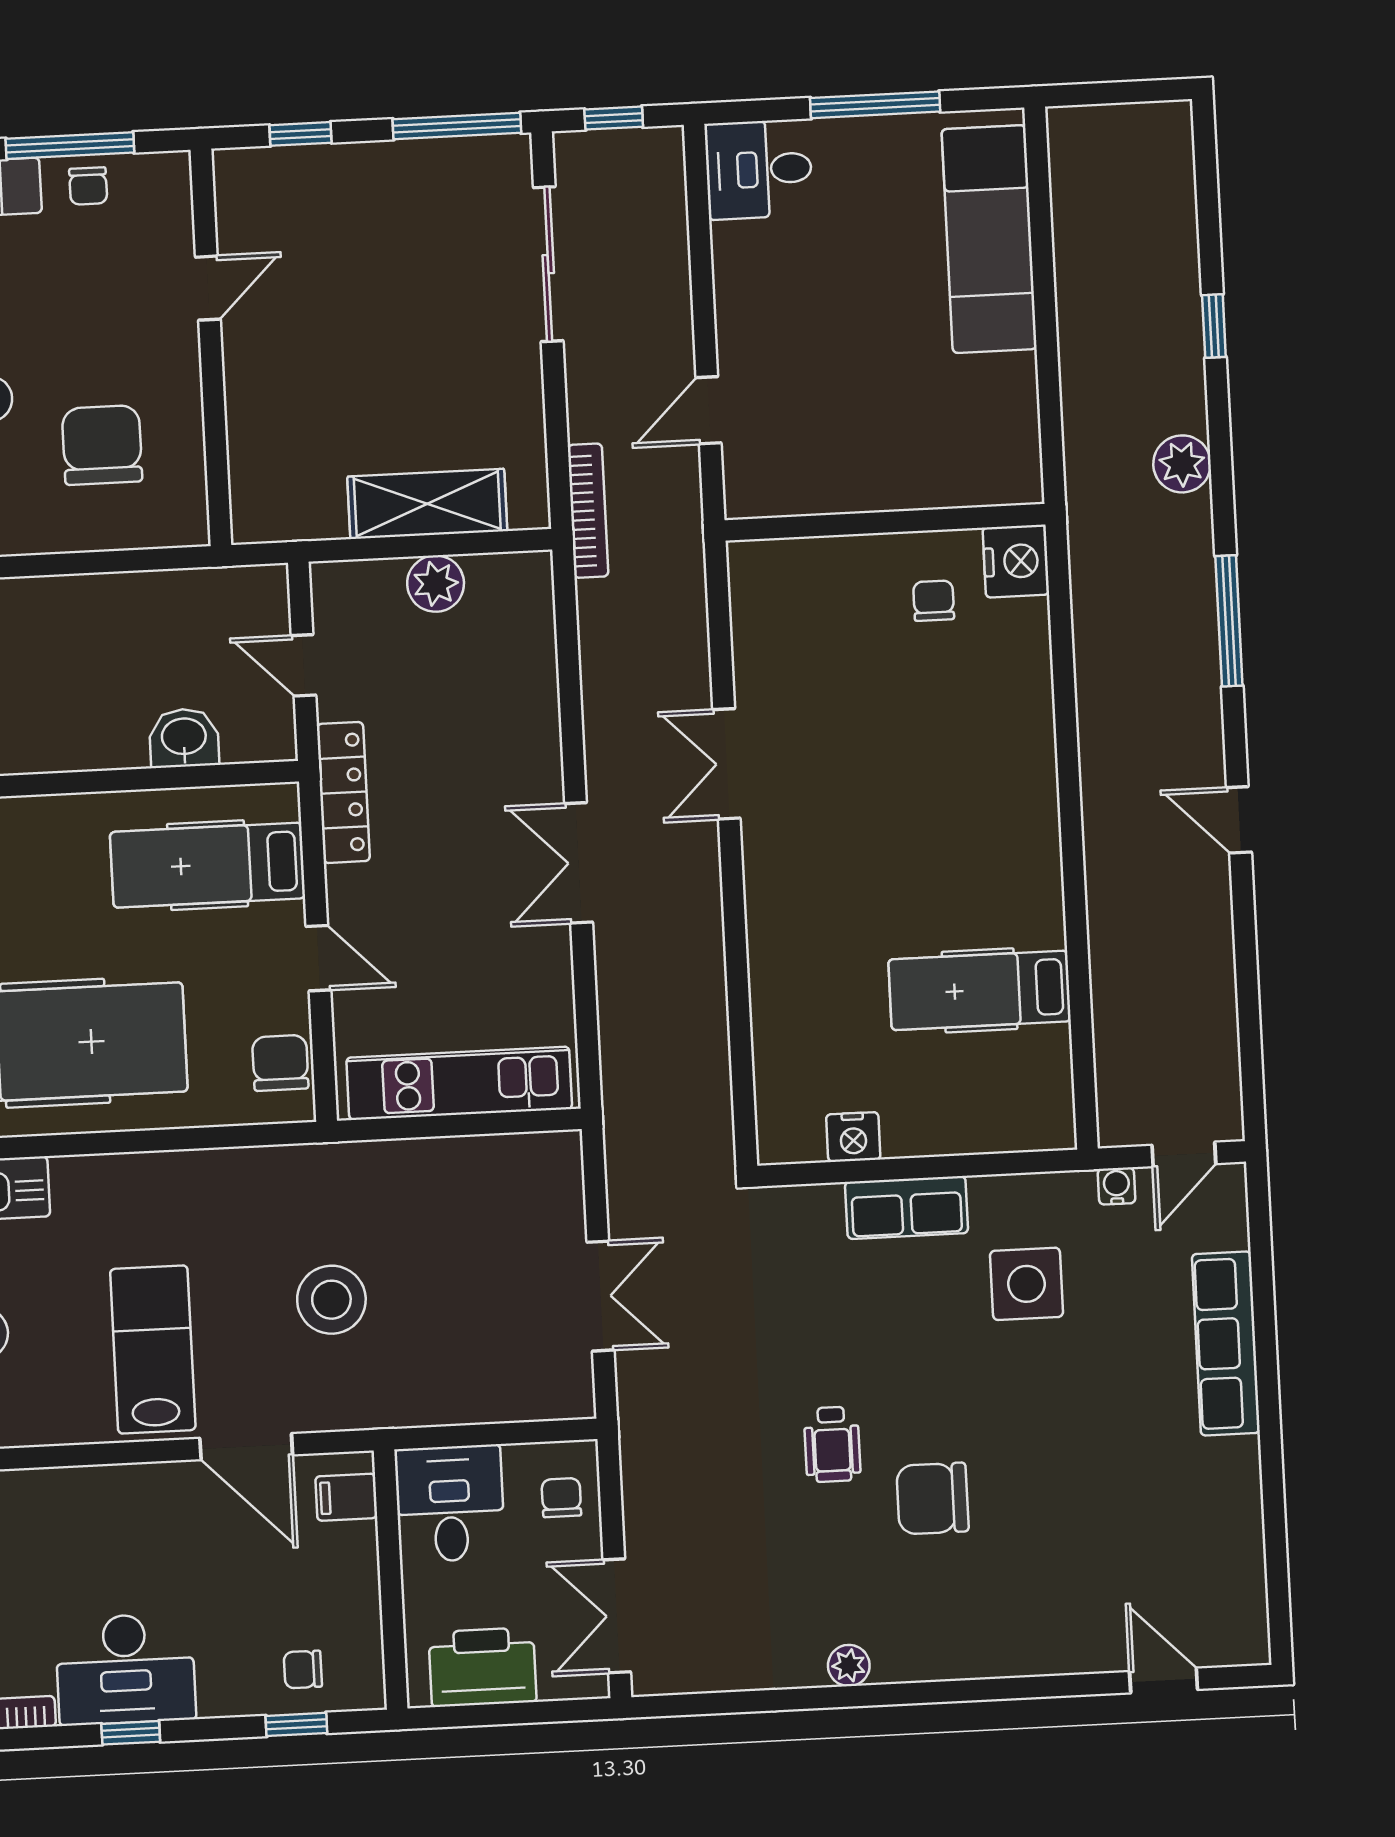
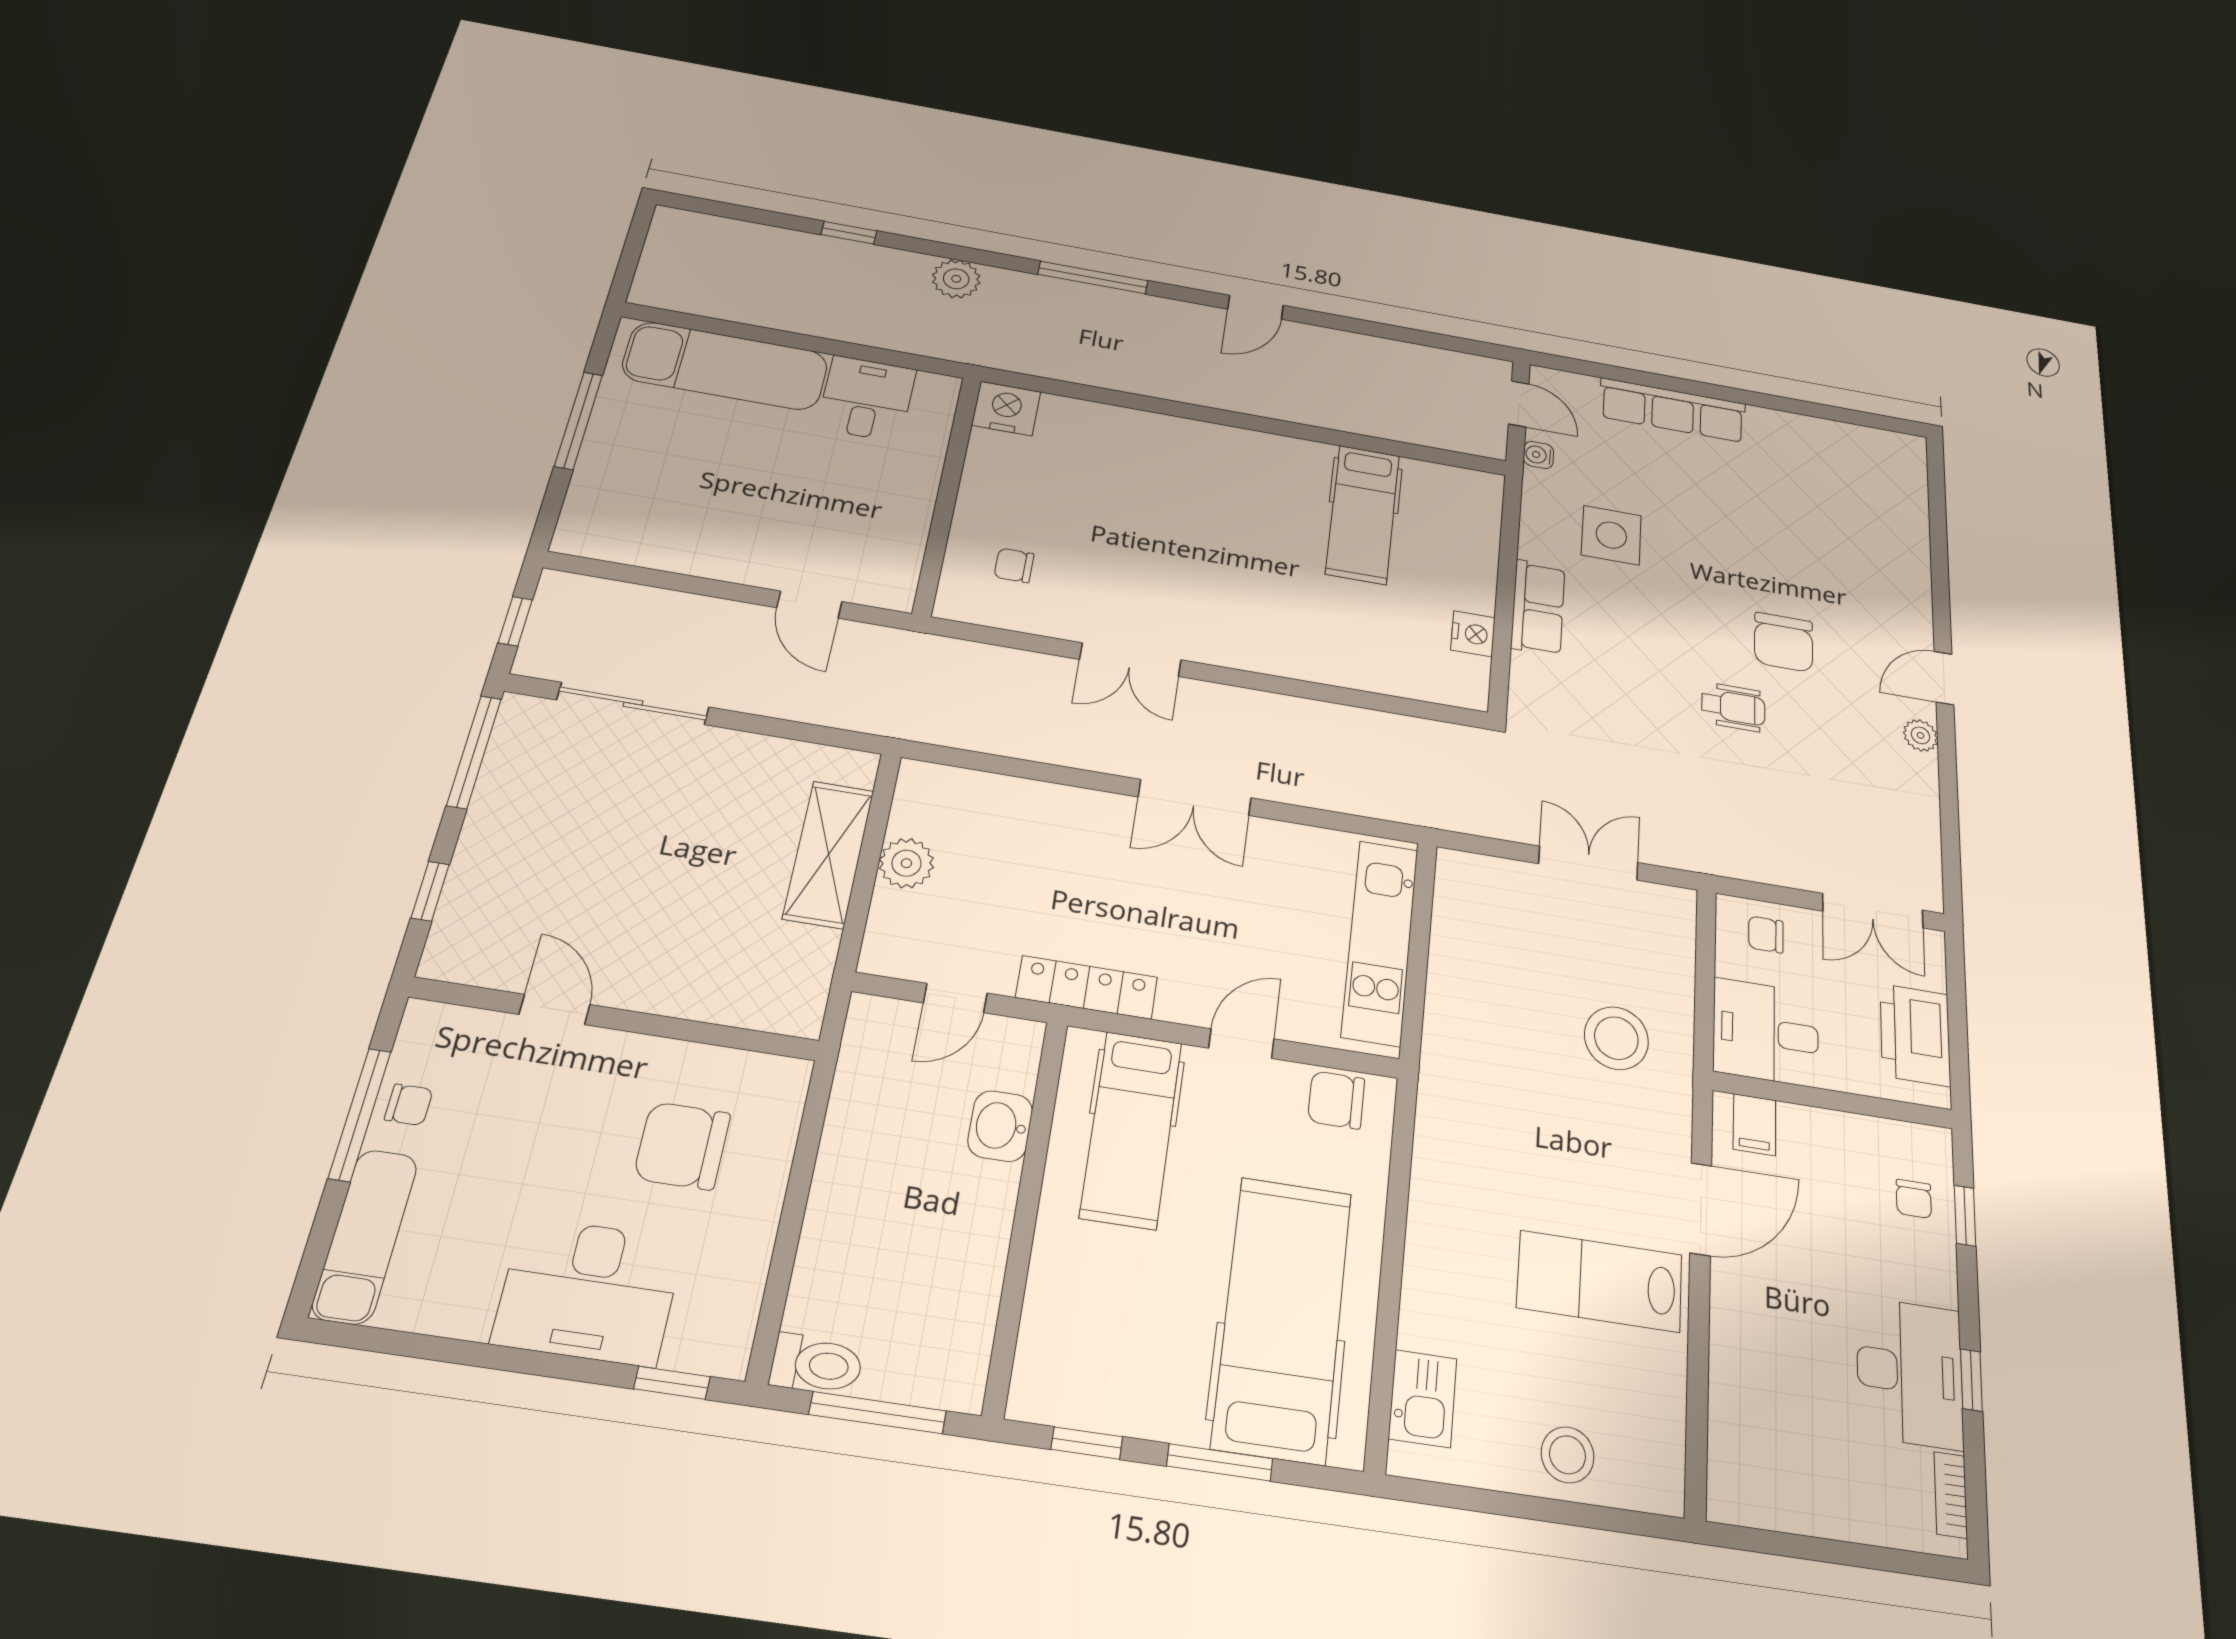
desk: (759, 169) -> (867, 399), moved, turned 180
bookcase: (588, 511) -> (873, 720), removed
chair: (934, 601) -> (1014, 565), moved
stool: (331, 1300) -> (1616, 1038), moved
door: (1164, 1680) -> (1944, 678), moved

